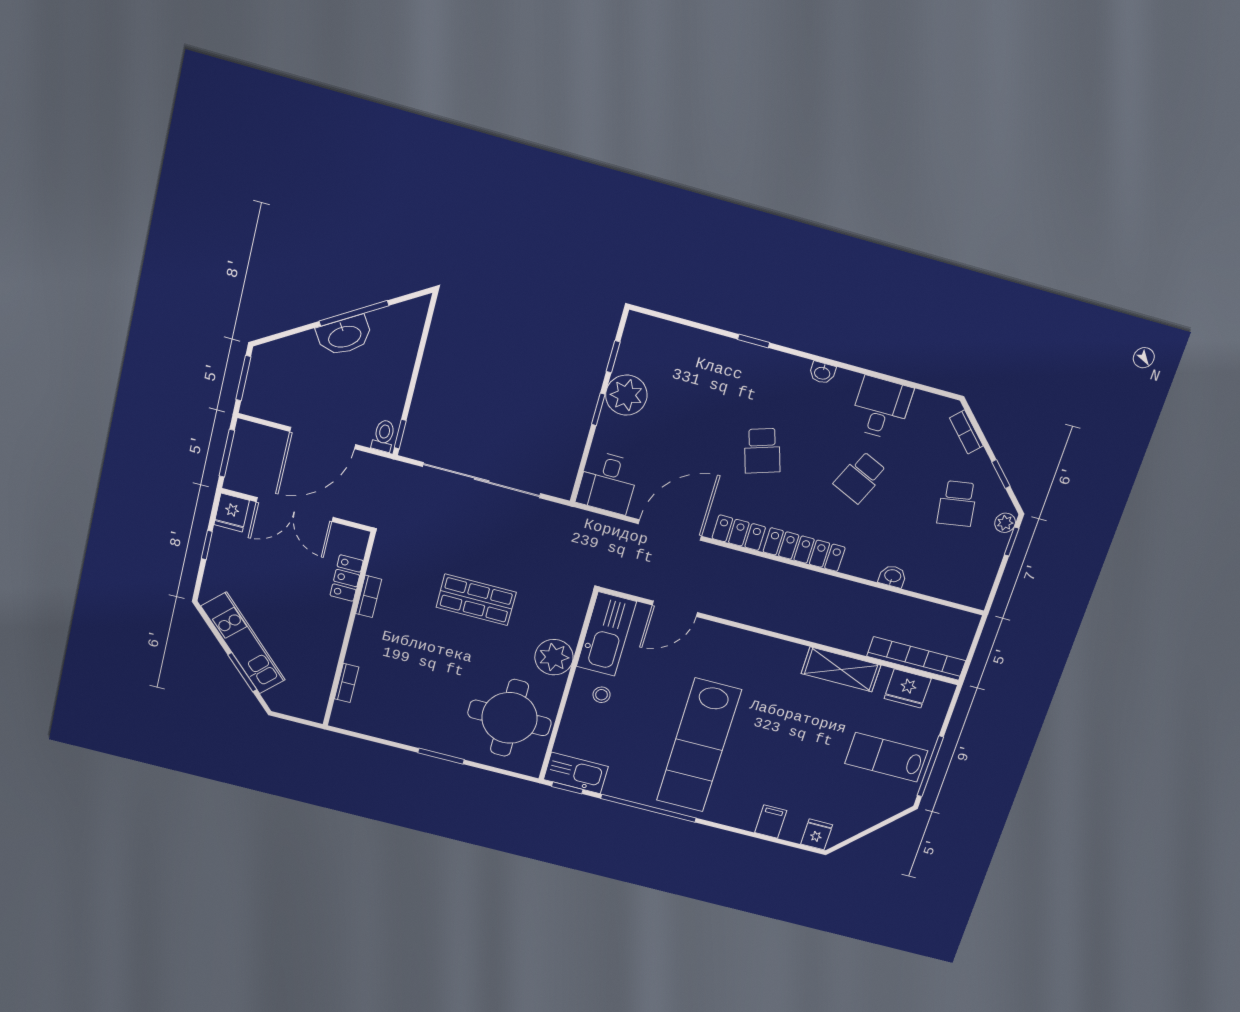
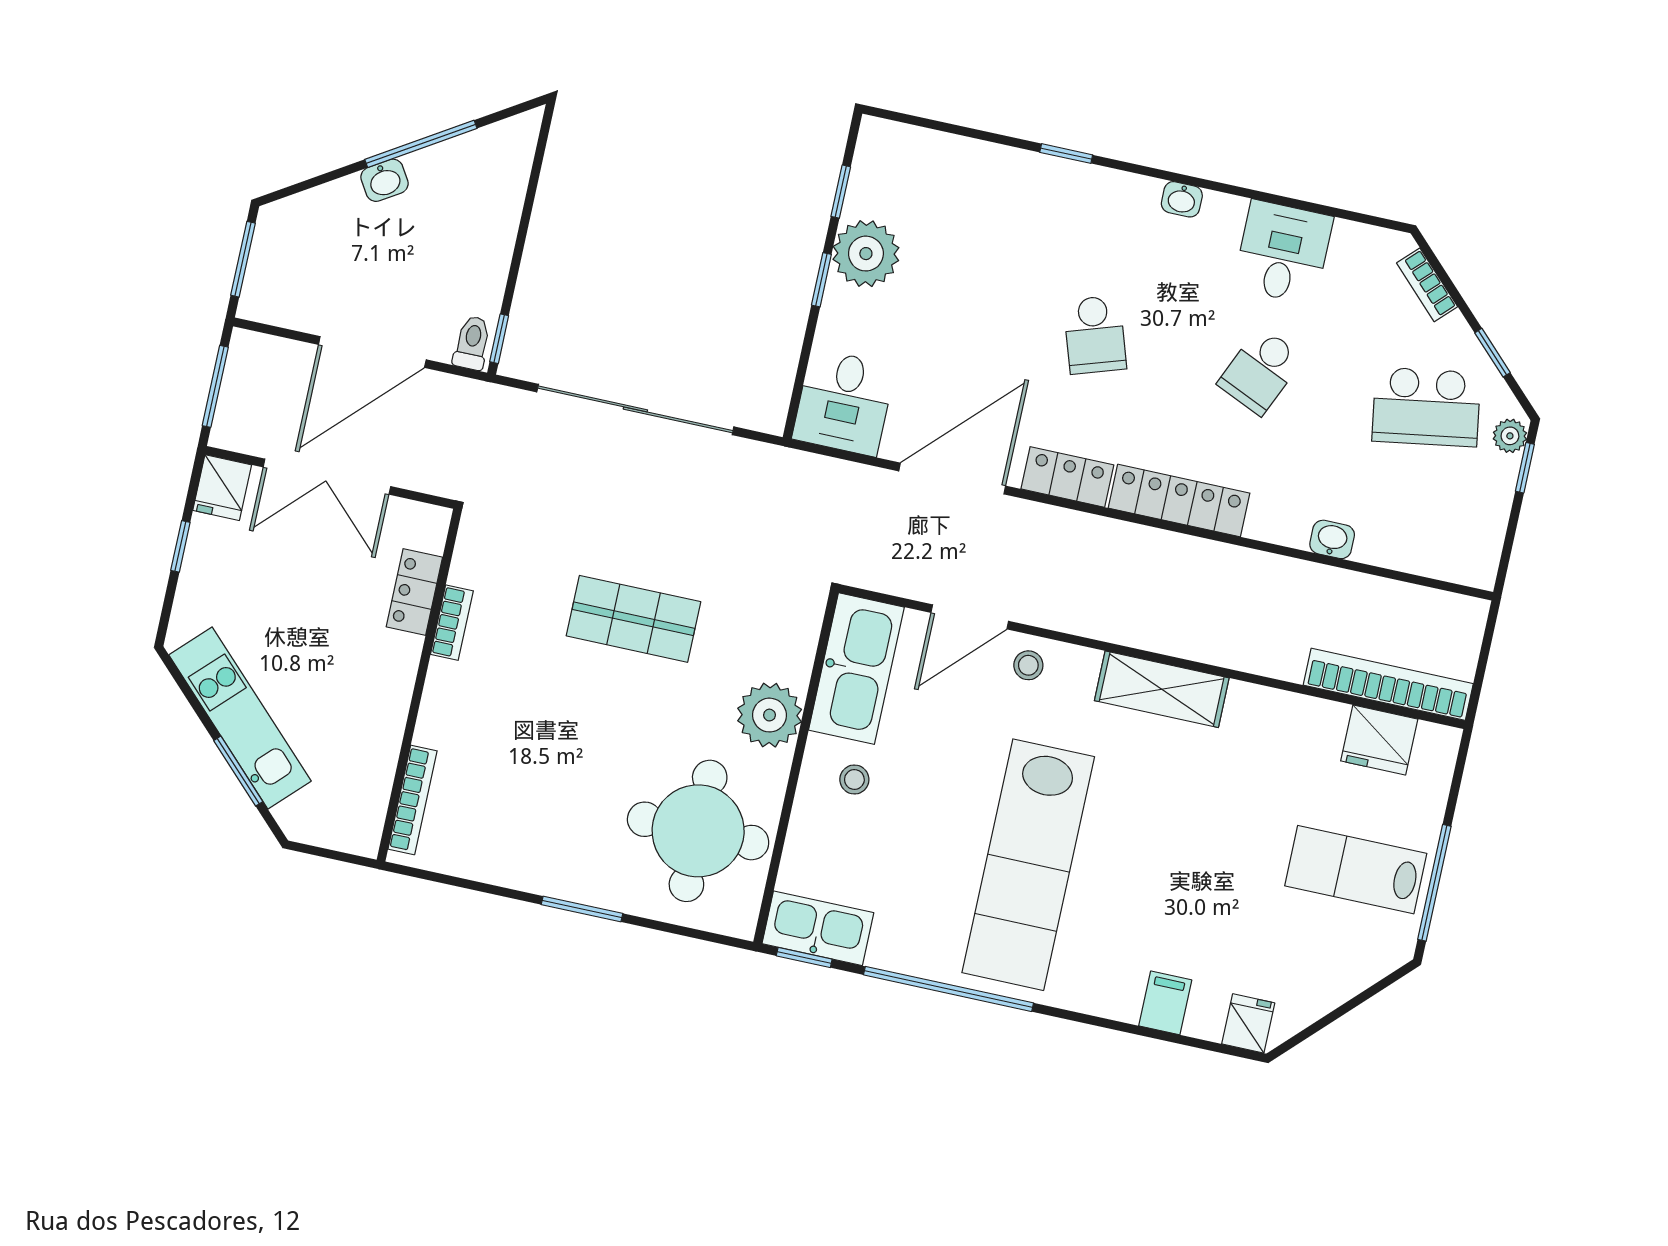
washbasin: (344, 336) -> (384, 180), width x0.52, depth x0.69
school desk: (957, 504) -> (1426, 407), width x1.85
stool: (707, 637) -> (1028, 665), added
shelving: (841, 669) -> (1162, 689), moved
bookcase: (347, 683) -> (413, 800), width x1.56

